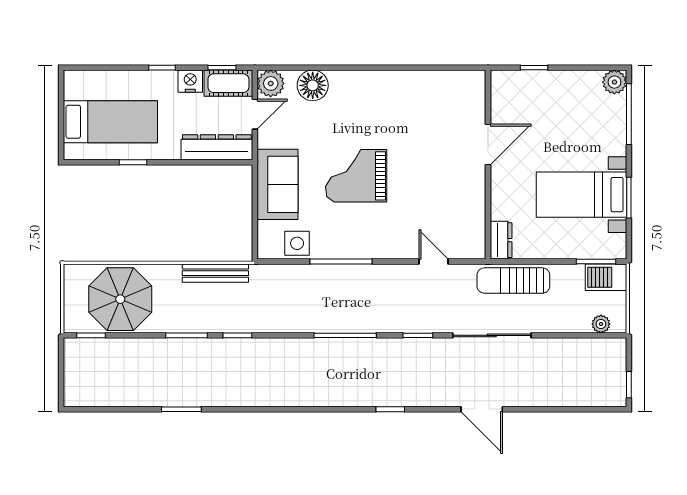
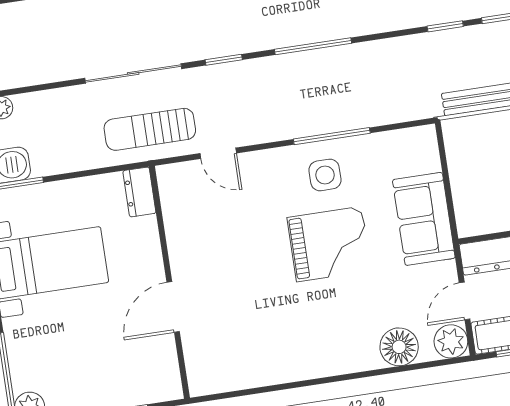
side table: (297, 243) -> (325, 175), moved
sun lounger: (513, 281) -> (150, 129), moved, turned 180

